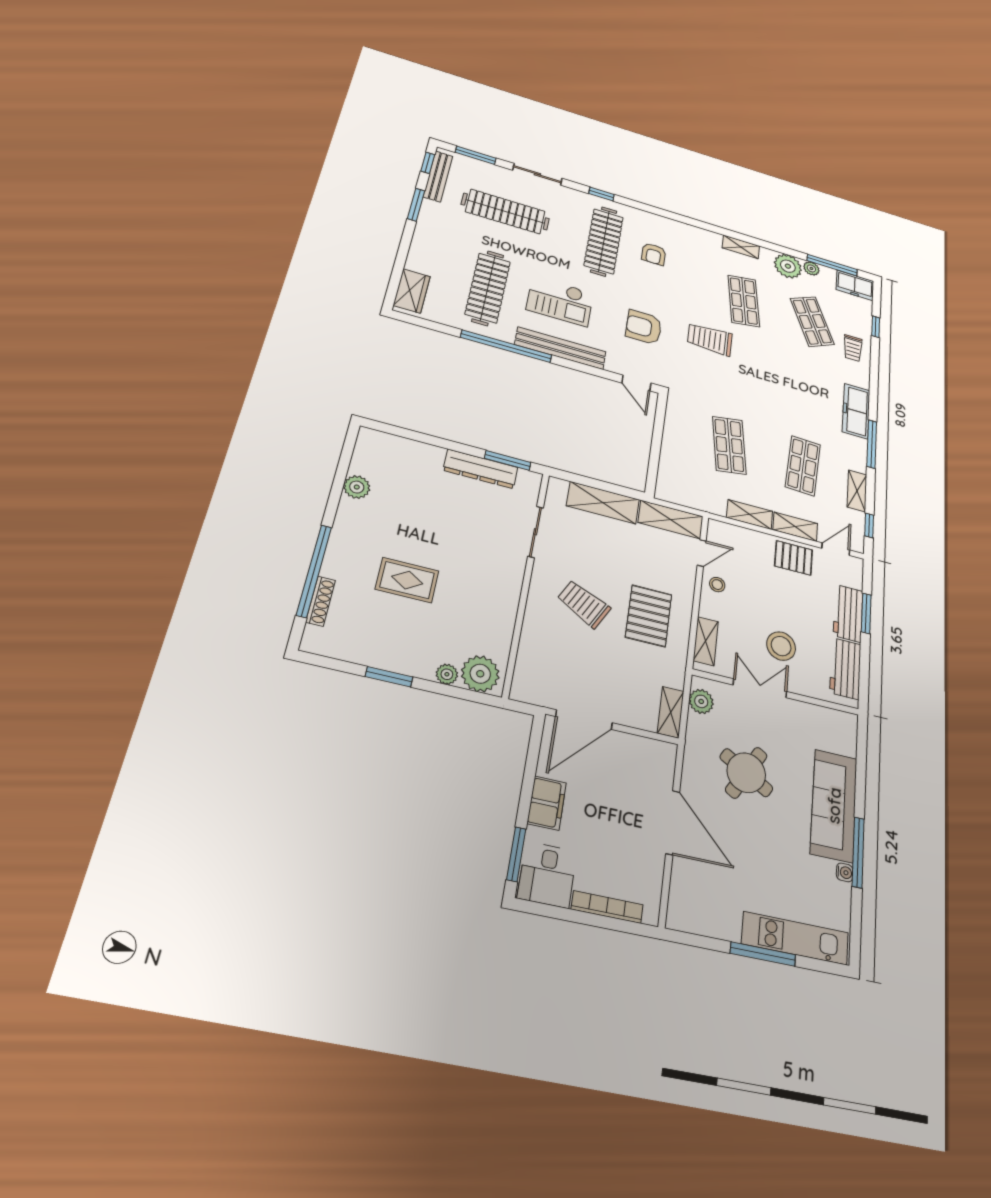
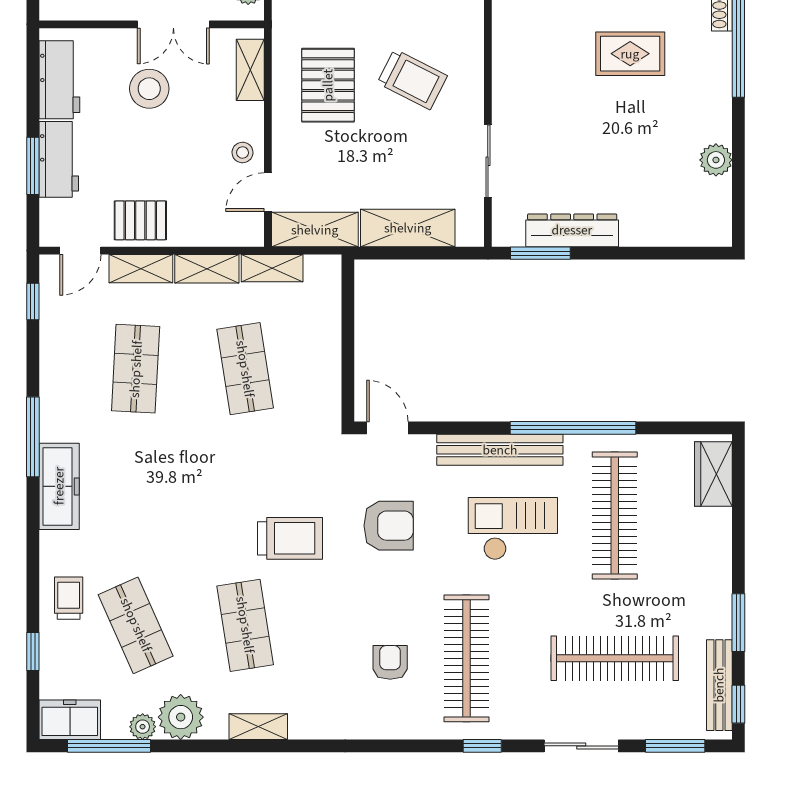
shelving: (857, 491) -> (272, 268), moved, turned 90

